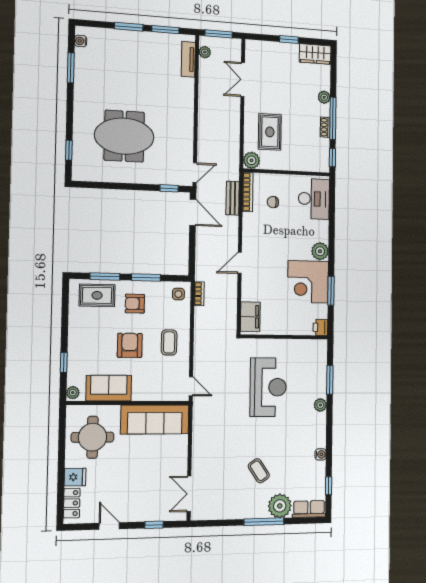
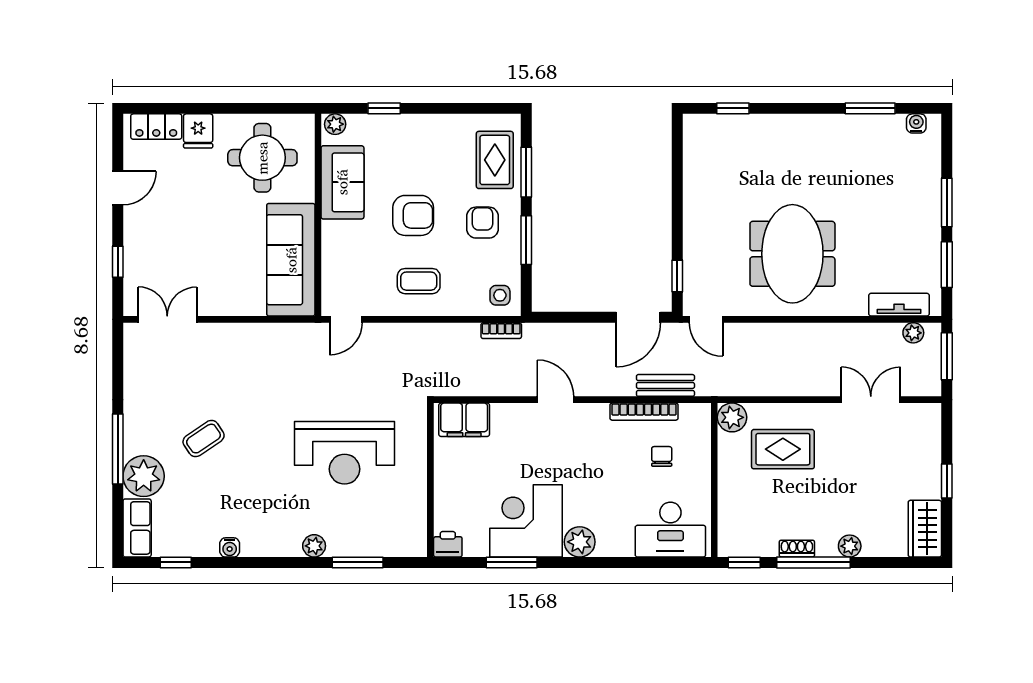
meeting table: (124, 136) -> (792, 254), moved
bookcase: (248, 192) -> (644, 412), moved

